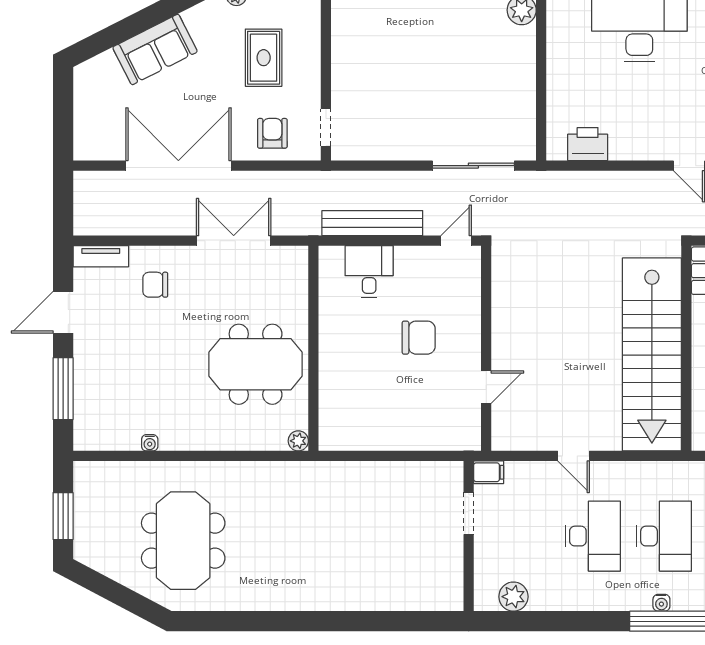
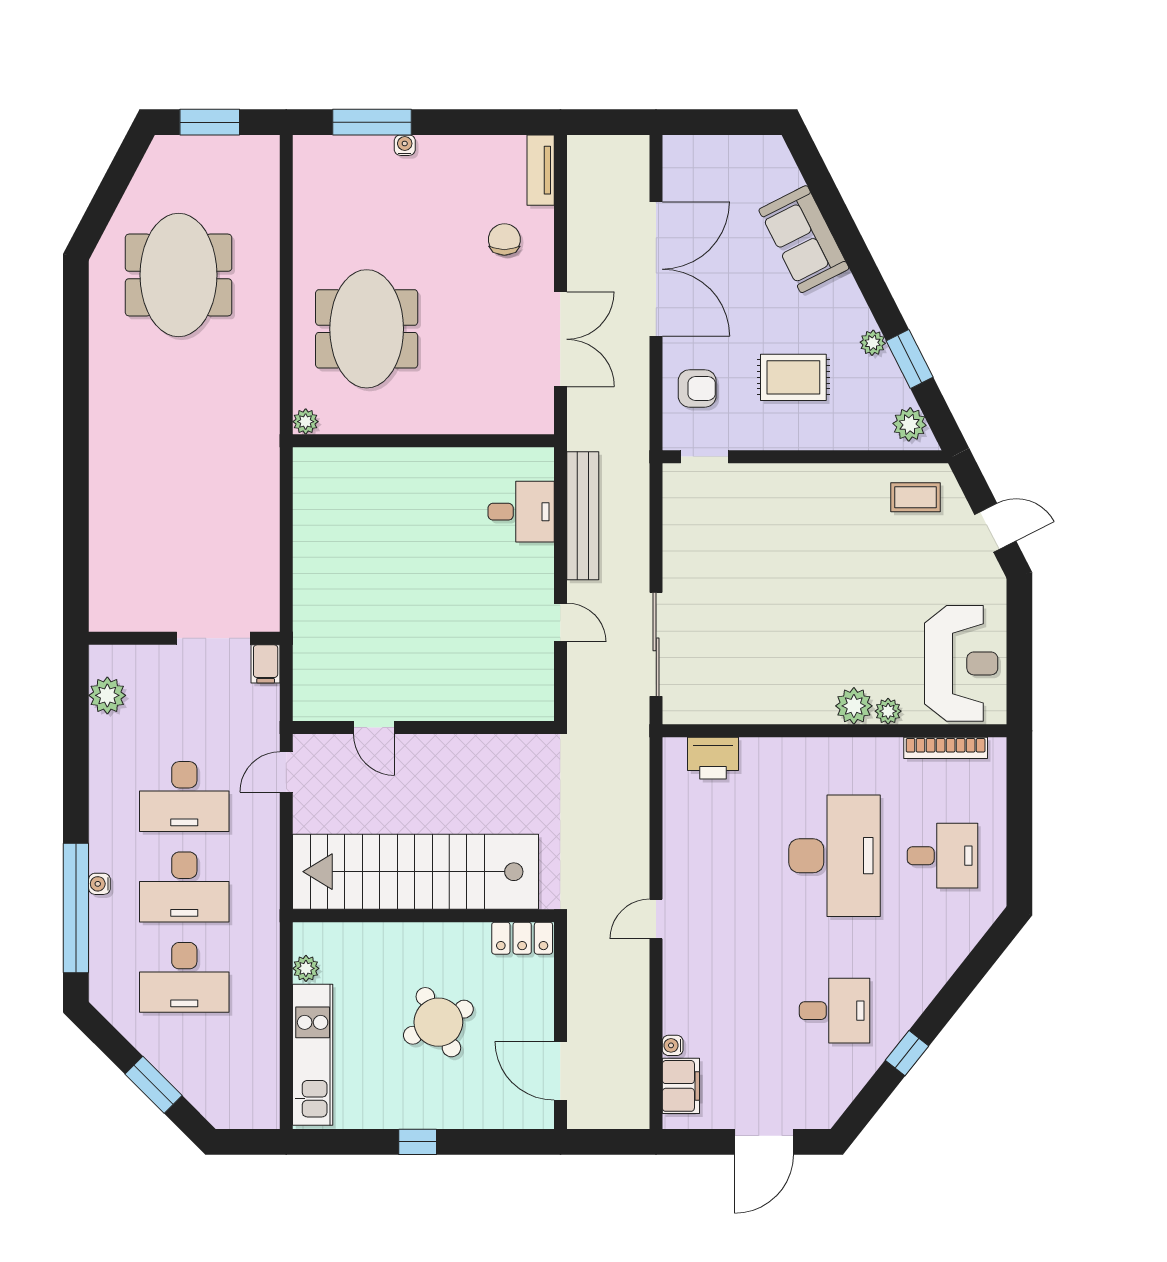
printer: (588, 144) -> (713, 758), moved, turned 90
door: (63, 312) -> (469, 122), removed
chair: (419, 338) -> (437, 575), removed
wall: (486, 348) -> (423, 728), moved
meeting table: (256, 364) -> (367, 329), moved
door: (486, 387) -> (374, 728), moved
water cooler: (150, 443) -> (405, 145), moved, turned 90
doorway: (469, 513) -> (213, 638), width x1.38
meeting table: (183, 541) -> (179, 275), turned 90

